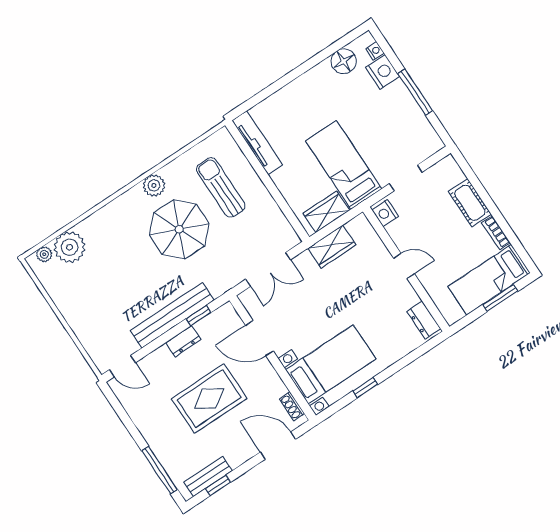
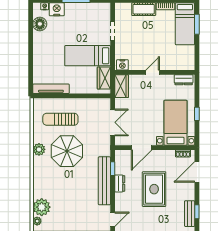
nightstand: (385, 213) -> (122, 65), moved
door: (404, 266) -> (153, 72), moved
wall: (406, 269) -> (155, 72), moved
dresser: (424, 320) -> (184, 80), moved

